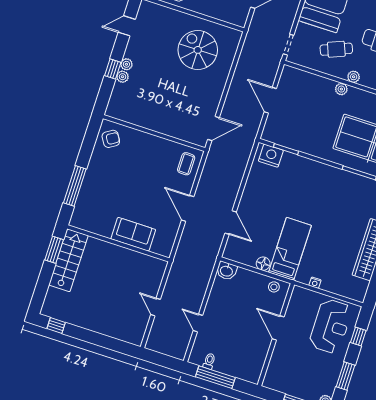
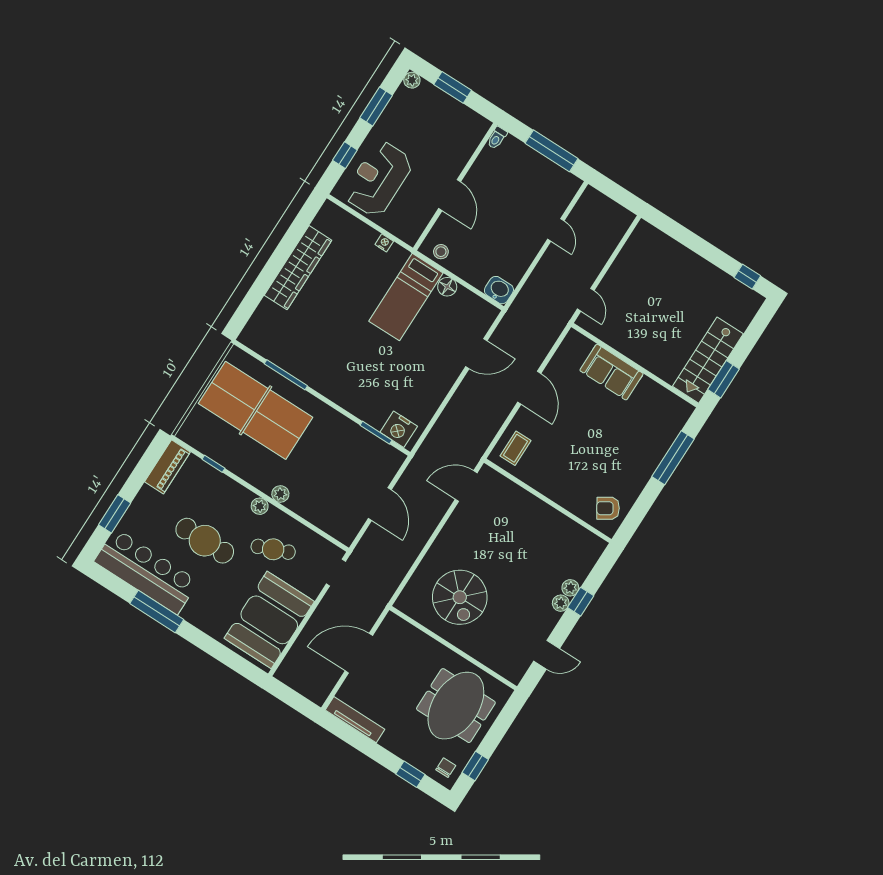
door: (231, 222) -> (476, 354), swing flipped
door: (156, 307) -> (586, 300), moved
toilet: (209, 361) -> (497, 138), moved

